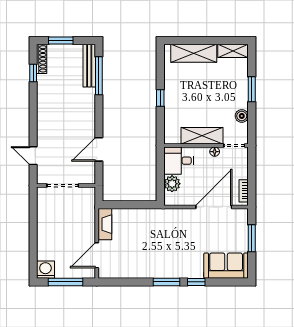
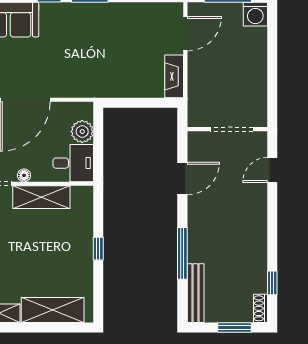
shoe rack: (42, 59) -> (260, 308), width x0.70
window: (99, 76) -> (182, 253), moved
door: (33, 156) -> (272, 170), swing flipped

